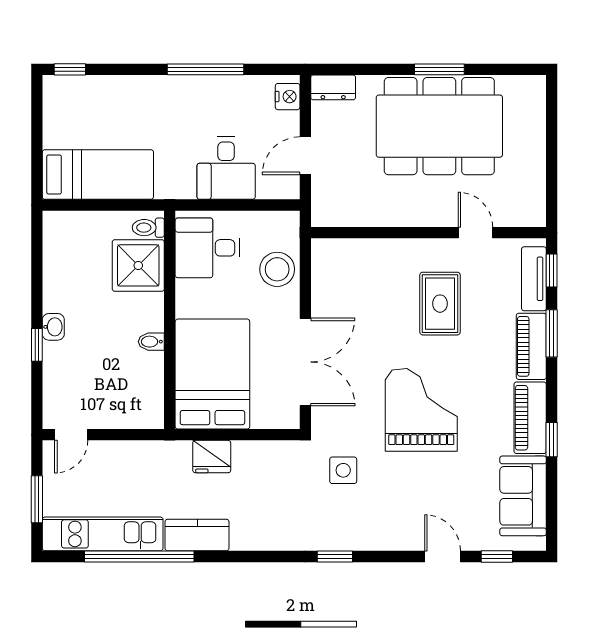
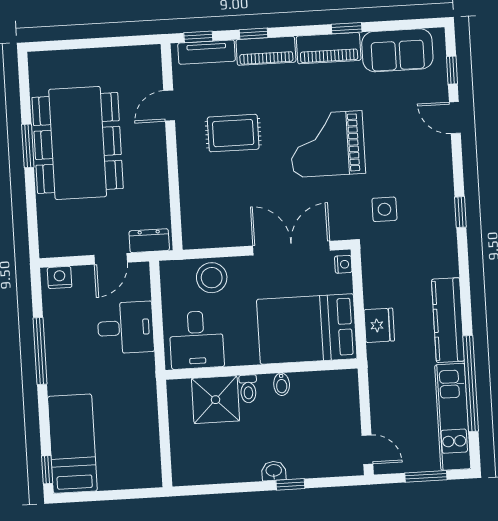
dresser: (333, 87) -> (149, 241), moved, turned -90
door: (305, 156) -> (111, 259), hinge flipped
bed: (98, 174) -> (72, 444), moved
toilet: (148, 228) -> (248, 389), moved
window: (552, 333) -> (253, 34), width x0.67
nightstand: (283, 420) -> (343, 264), added
kitchen counter: (197, 535) -> (448, 320), width x1.50
door: (443, 556) -> (455, 118), hinge flipped

